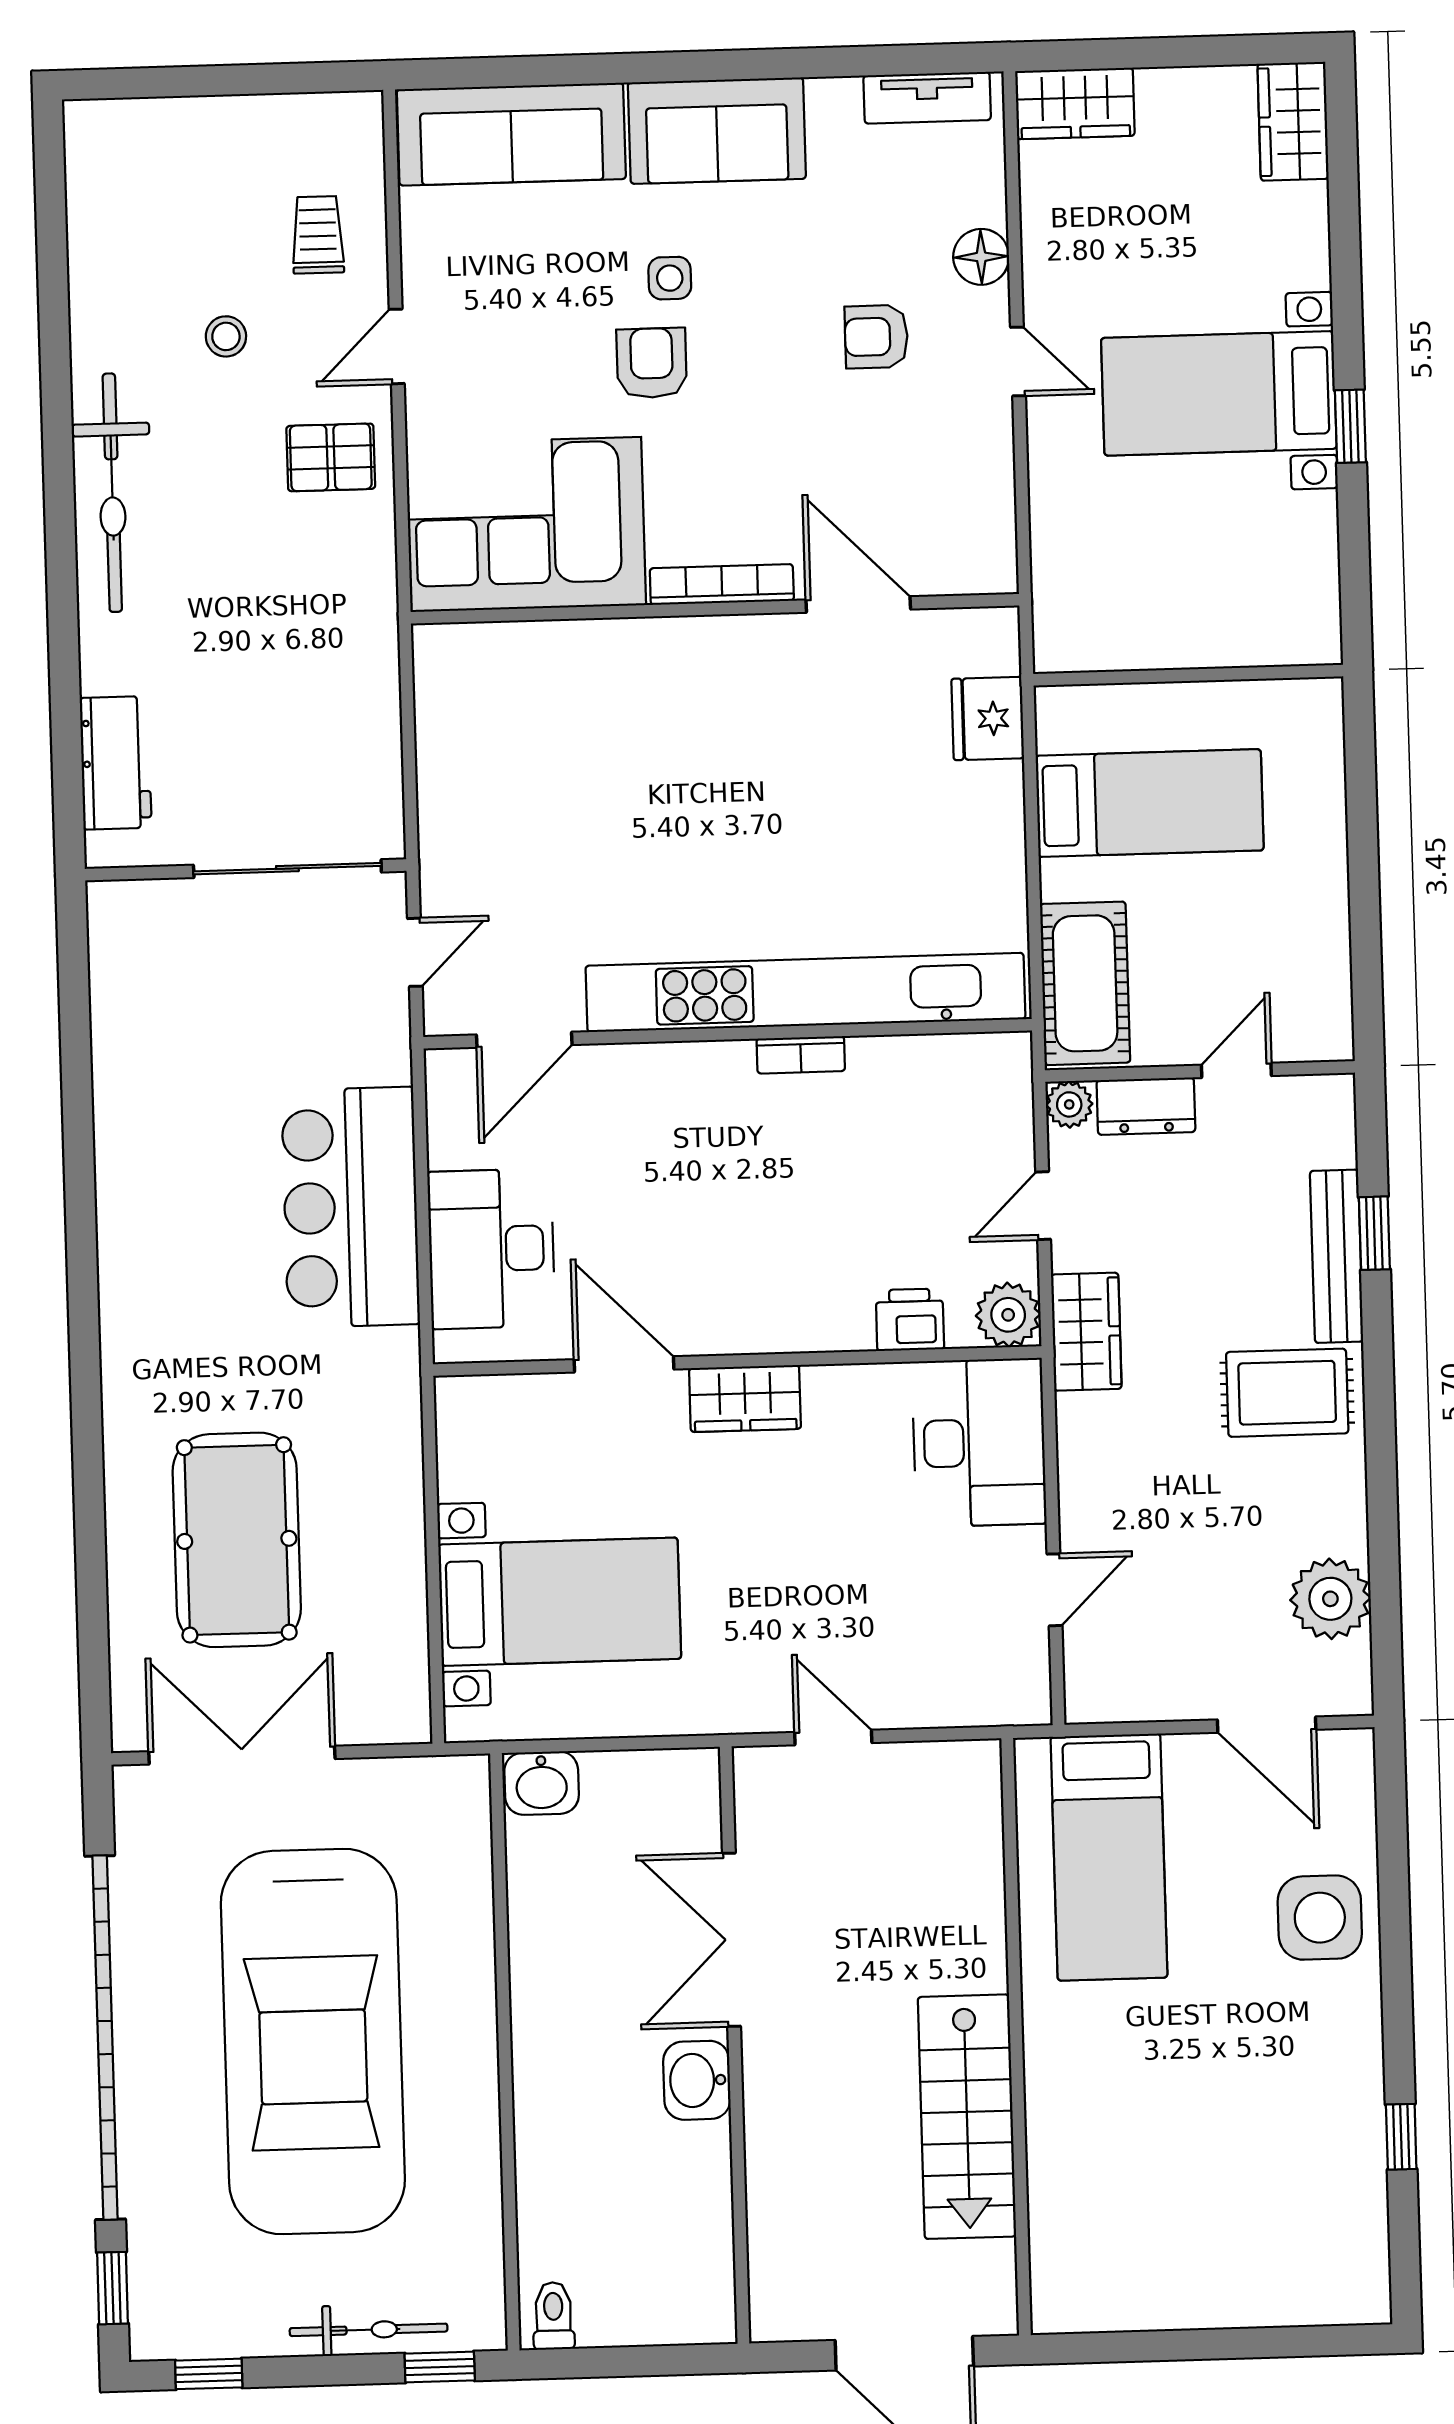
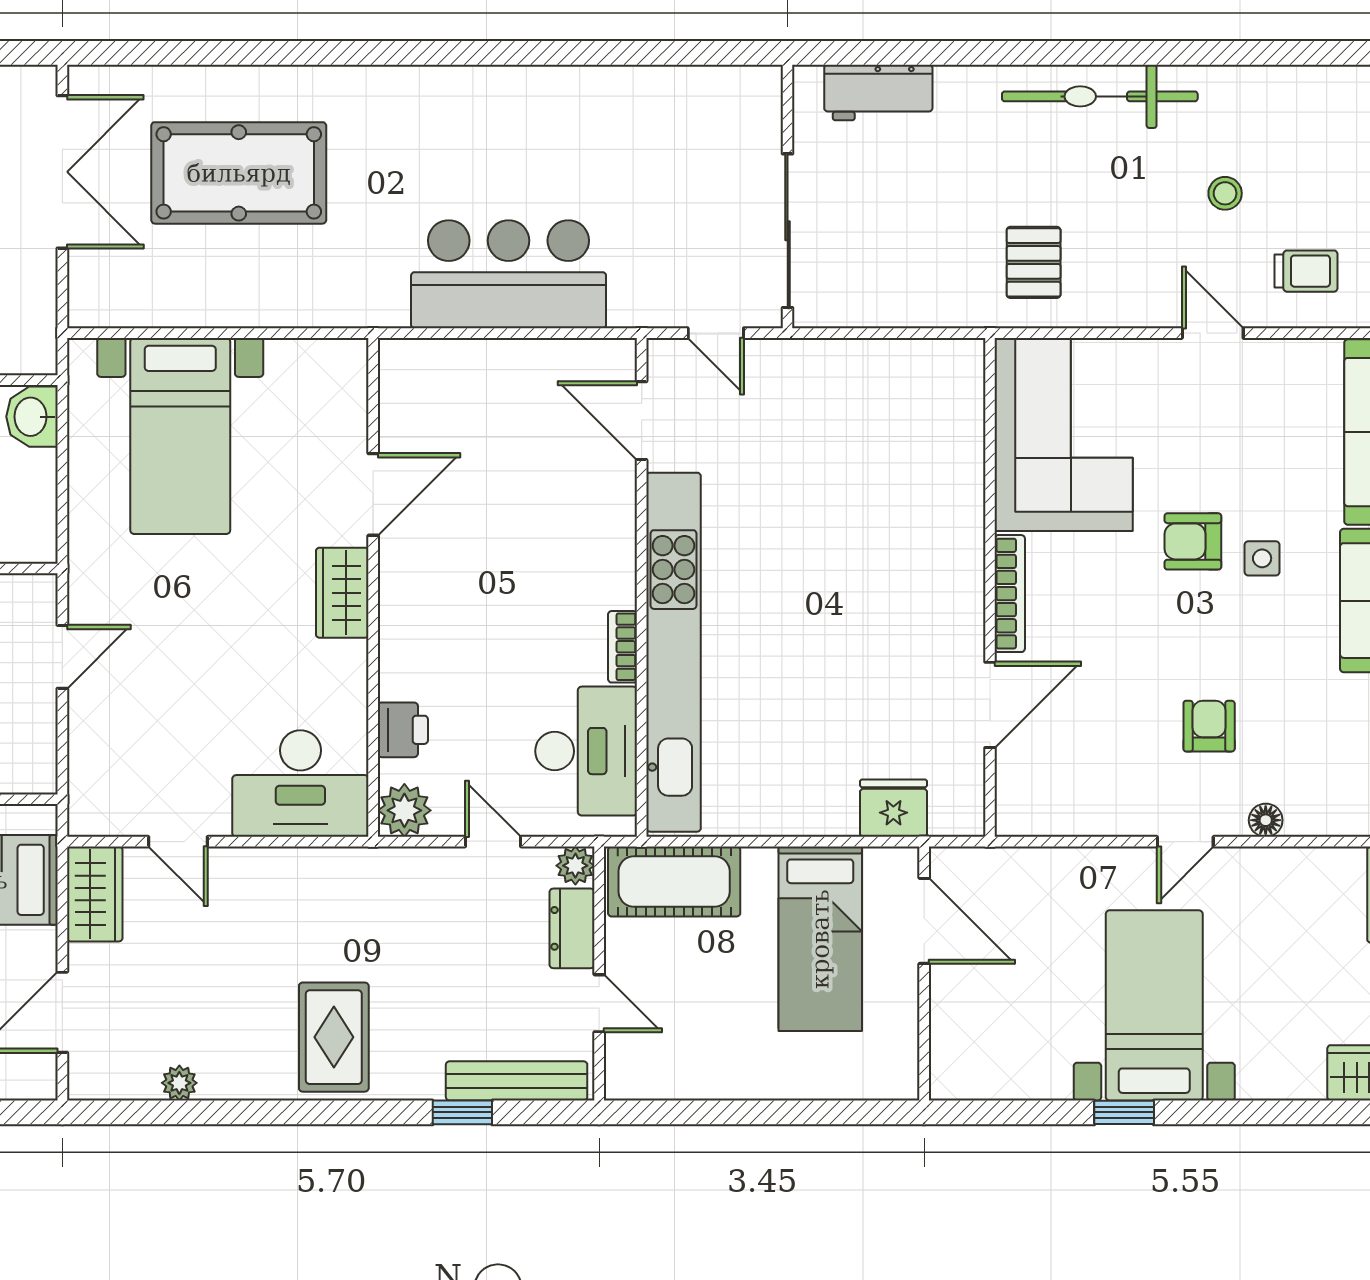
floor lamp: (981, 257) -> (1266, 820), width x0.73, depth x0.73
armchair: (652, 363) -> (1193, 541), turned 180
pallet: (331, 457) -> (1034, 262), moved
door: (1124, 677) -> (924, 921), added
desk: (491, 1249) -> (586, 751), moved, turned 90
bench: (1337, 1256) -> (517, 1081), moved
wardrobe: (1086, 1332) -> (95, 894), moved, turned -90
plant: (1330, 1599) -> (179, 1083), width x0.53, depth x0.53

